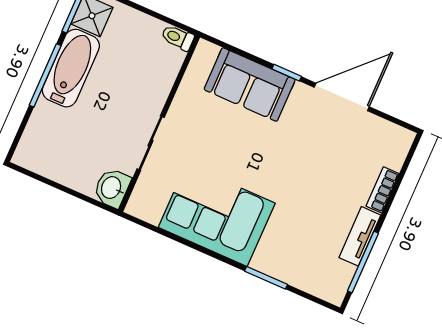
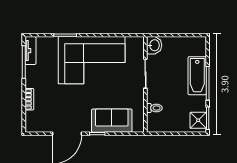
toilet: (178, 38) -> (154, 108), moved
bathtub: (71, 68) -> (197, 76), moved
corner sofa: (217, 215) -> (92, 60), width x1.36, depth x1.36
tv unit: (360, 236) -> (30, 51), moved

